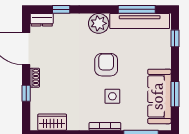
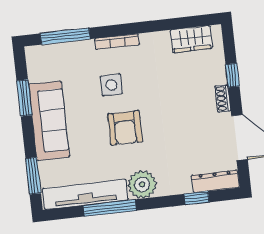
window: (137, 9) -> (110, 208), moved
dresser: (42, 20) -> (215, 181), width x1.44
window: (175, 38) -> (33, 176), width x1.50
sofa: (159, 96) -> (49, 121), moved

